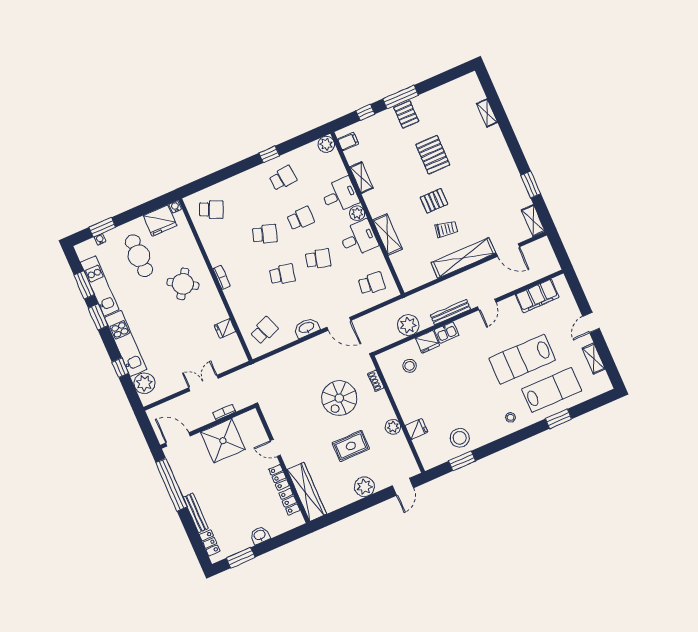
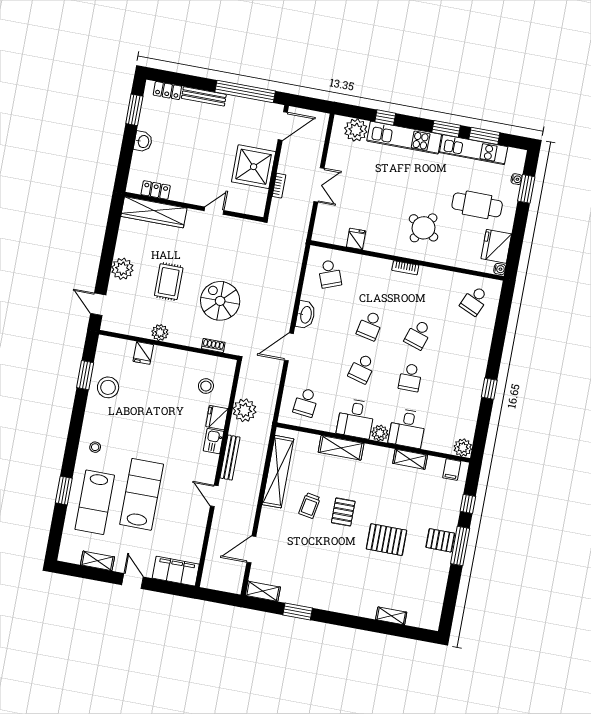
school desk: (283, 178) -> (459, 386), removed
shelving: (463, 258) -> (278, 472), moved
filing cabinet: (537, 296) -> (176, 571), moved, turned 90
locker: (279, 477) -> (184, 196), removed

